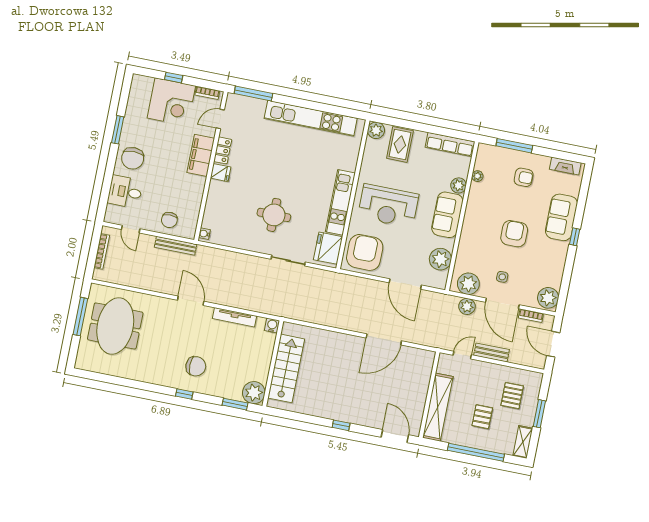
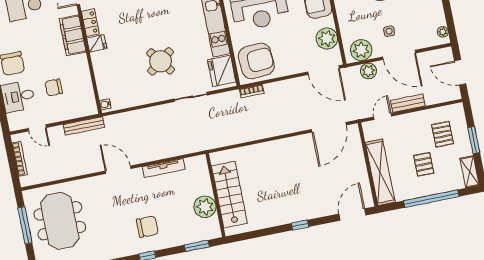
round table: (274, 215) -> (161, 61), turned -37
chair: (169, 220) -> (54, 87), moved, turned 90
armchair: (365, 252) -> (256, 61), turned 86
door: (405, 284) -> (324, 70), moved
plant: (548, 298) -> (443, 32), width x0.53, depth x0.53
bookcase: (531, 316) -> (252, 91), moved
water cooler: (272, 325) -> (200, 161), removed
door: (384, 339) -> (329, 127), moved
plant: (254, 393) -> (205, 207), moved
door: (395, 436) -> (352, 215), hinge flipped

